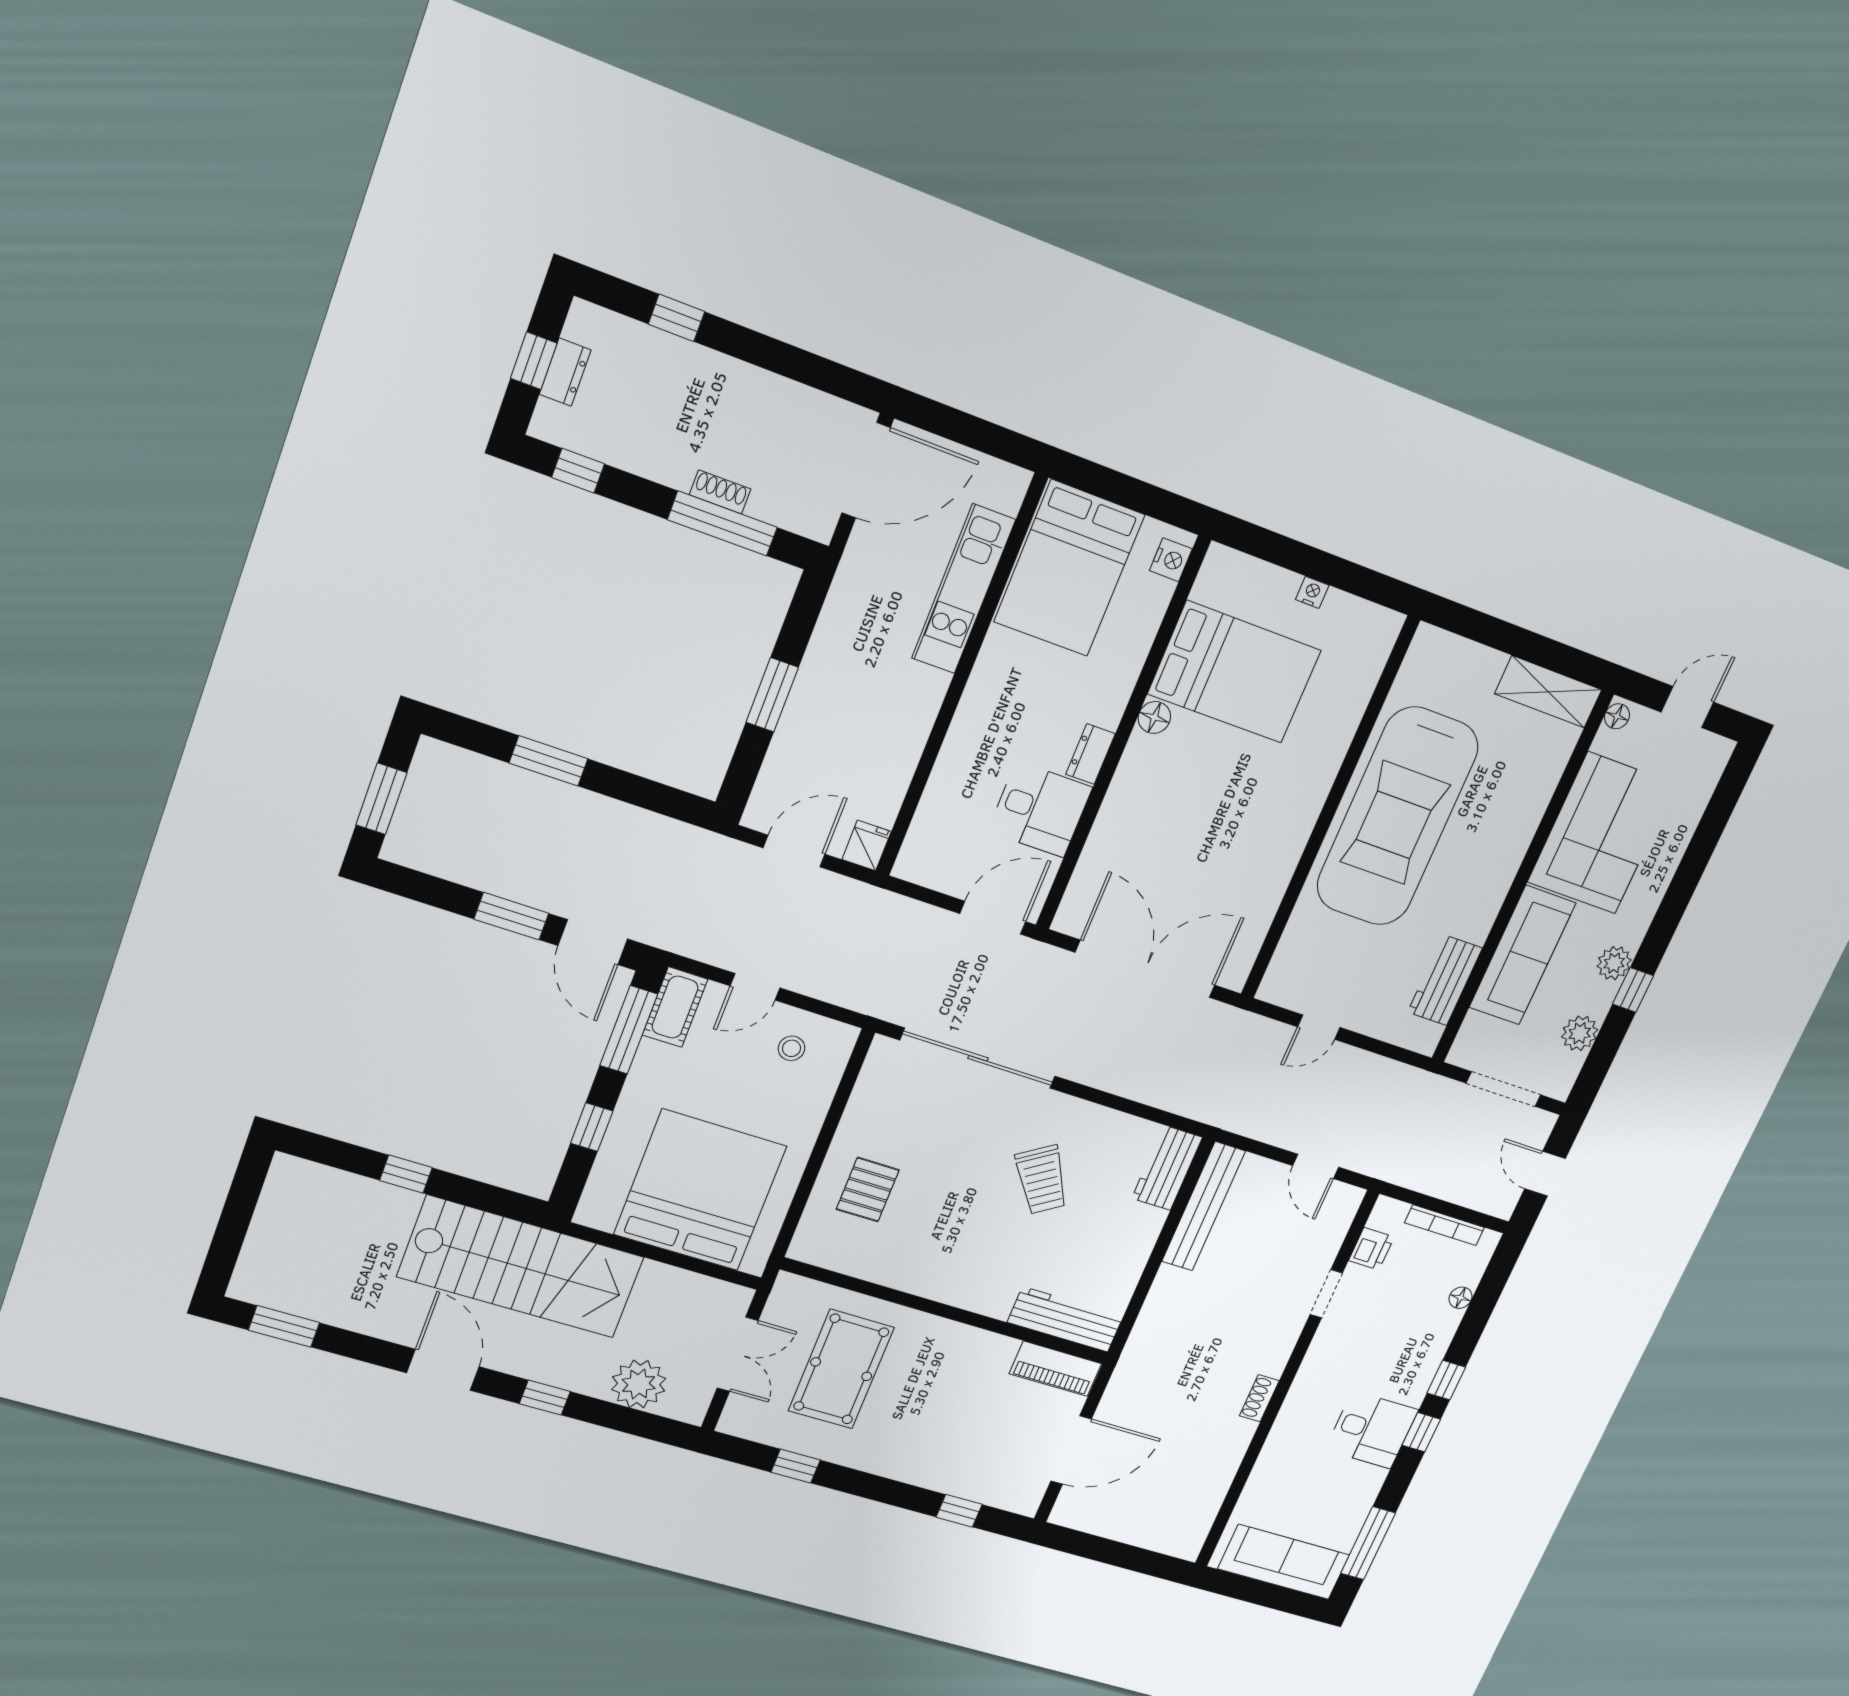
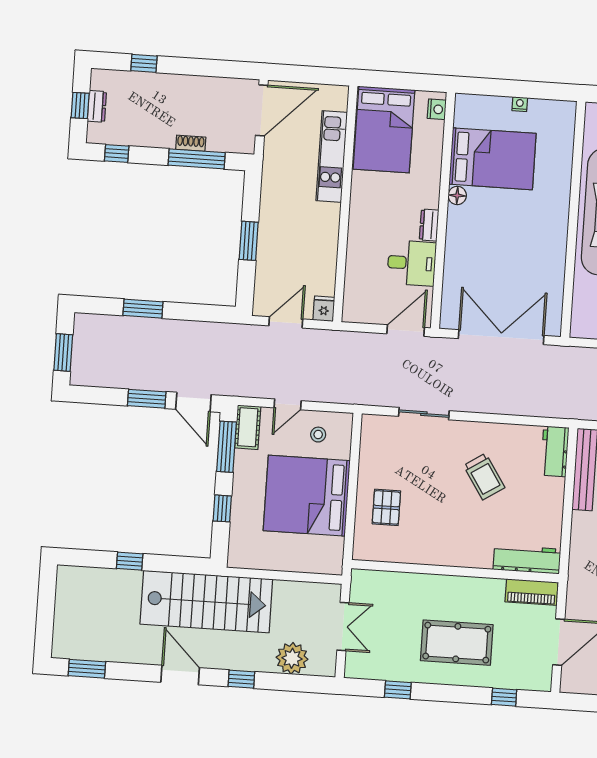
sliding door: (978, 1058) -> (424, 414), width x0.54
bed: (700, 1190) -> (307, 496), moved, turned -90
pool table: (841, 1369) -> (457, 643), moved, turned 90

